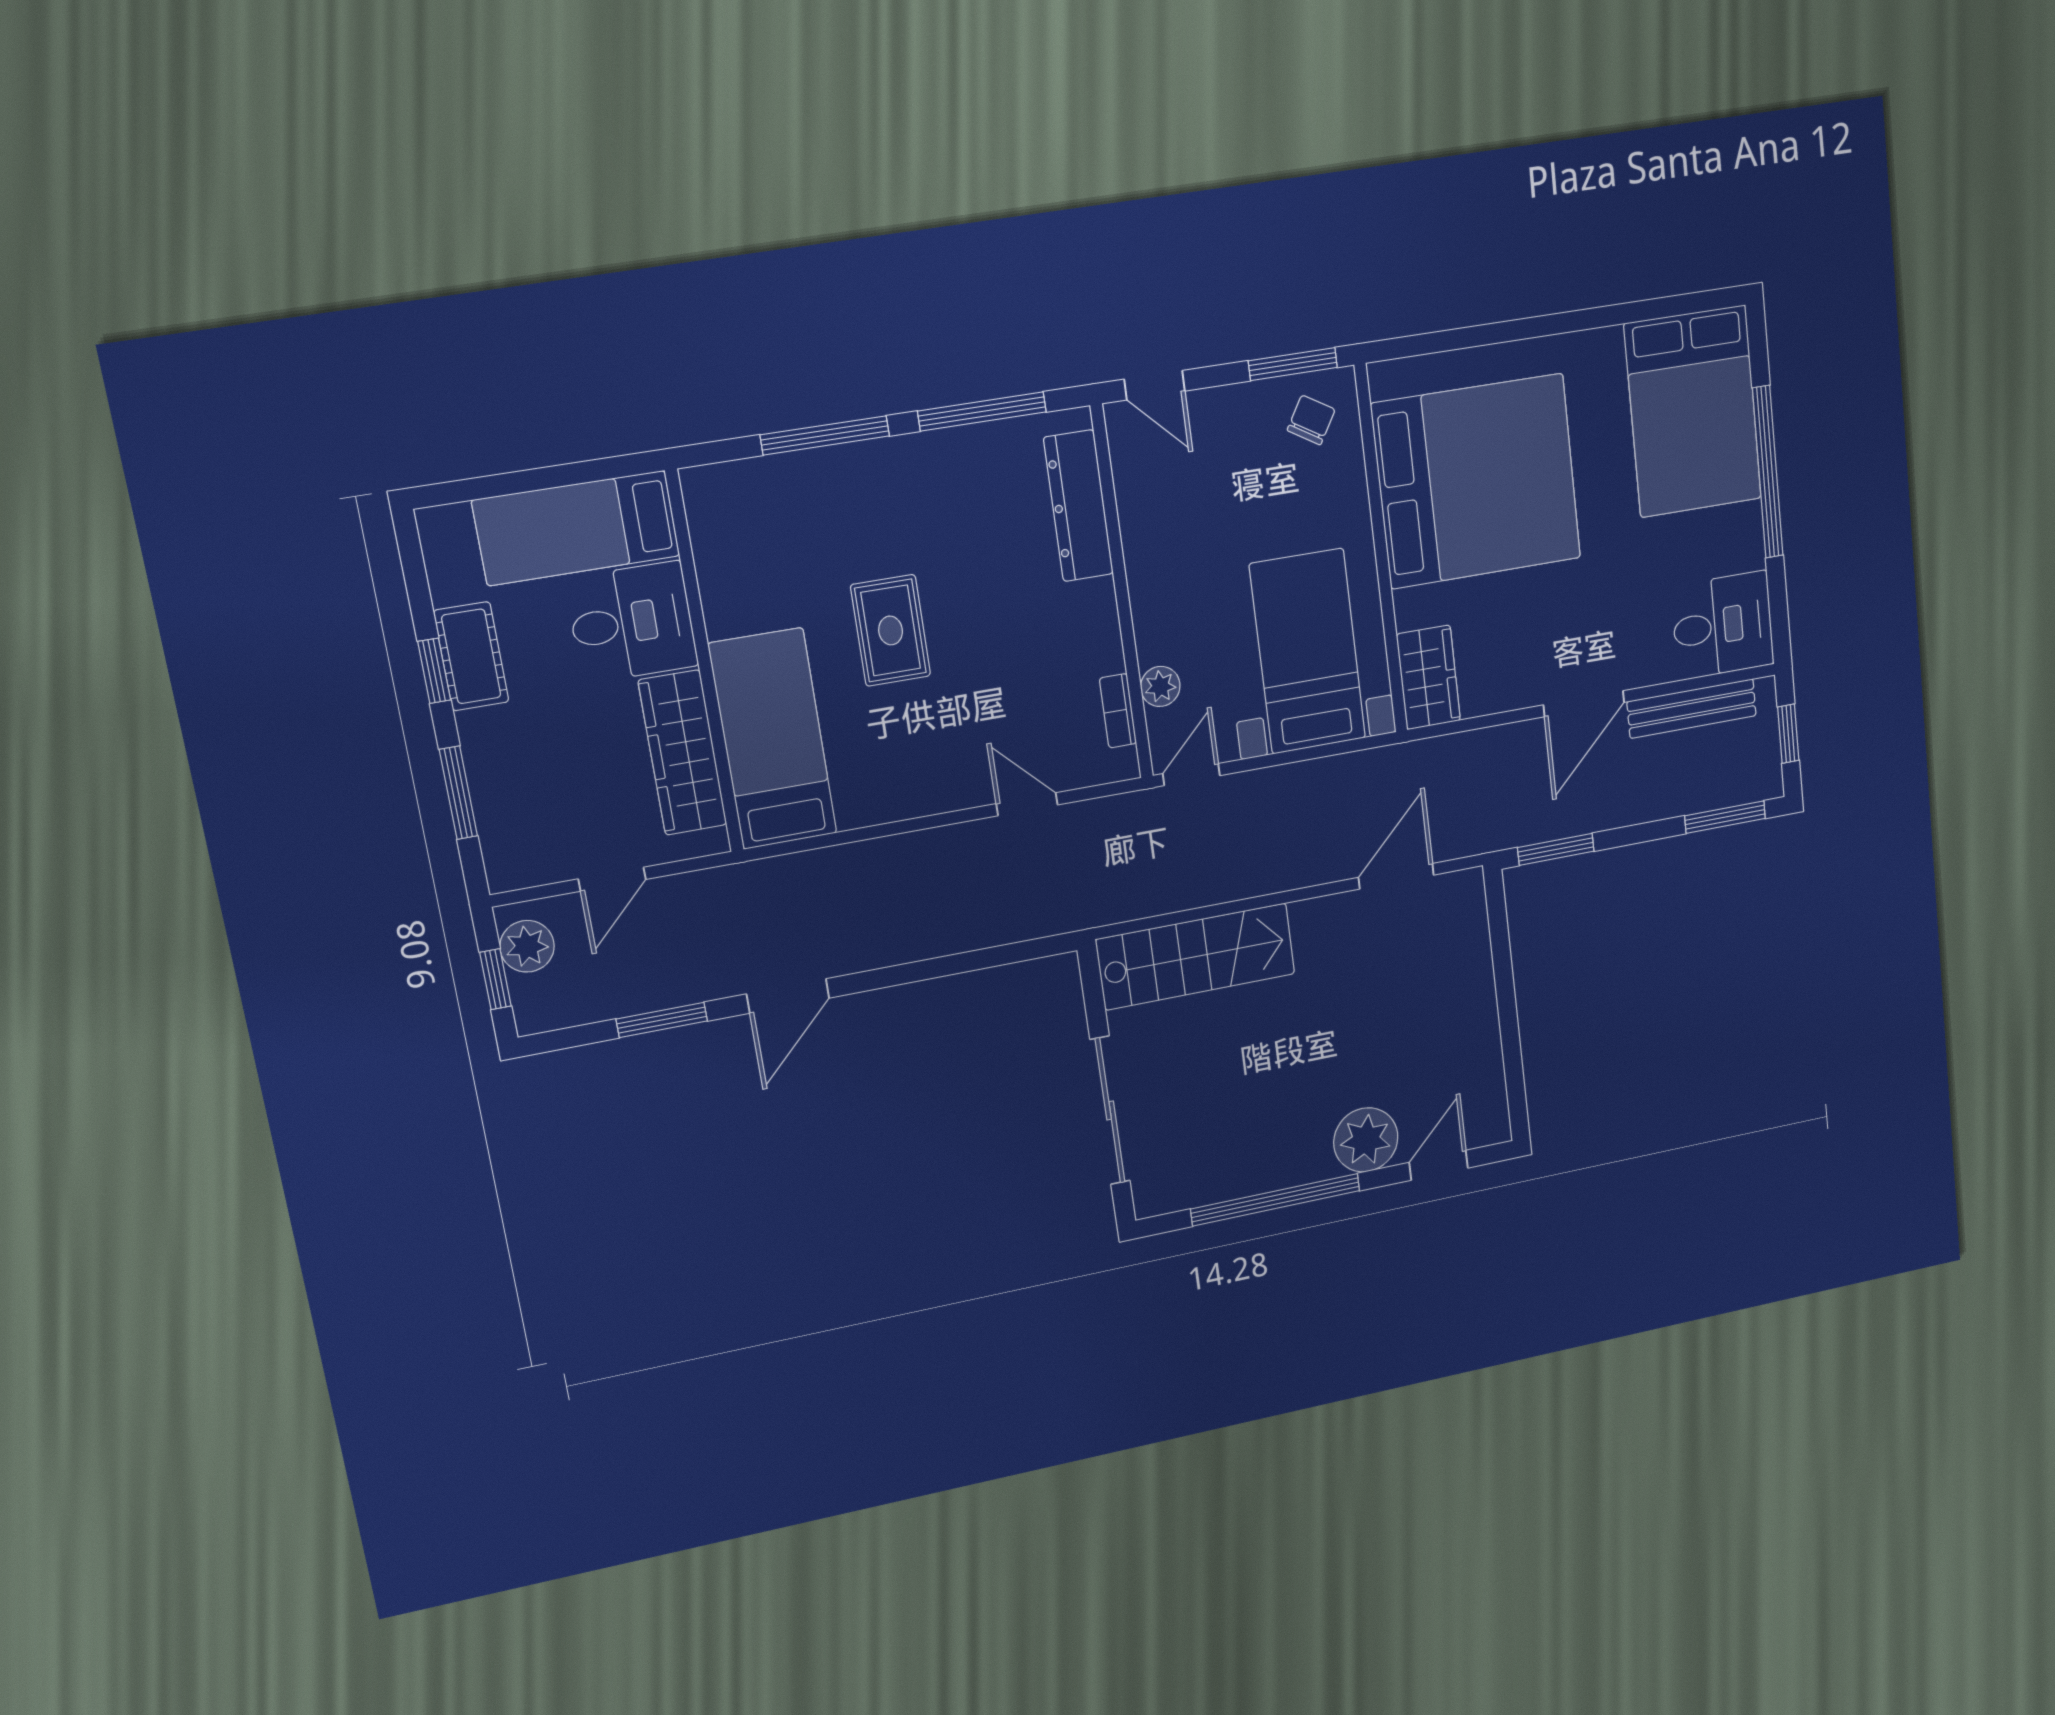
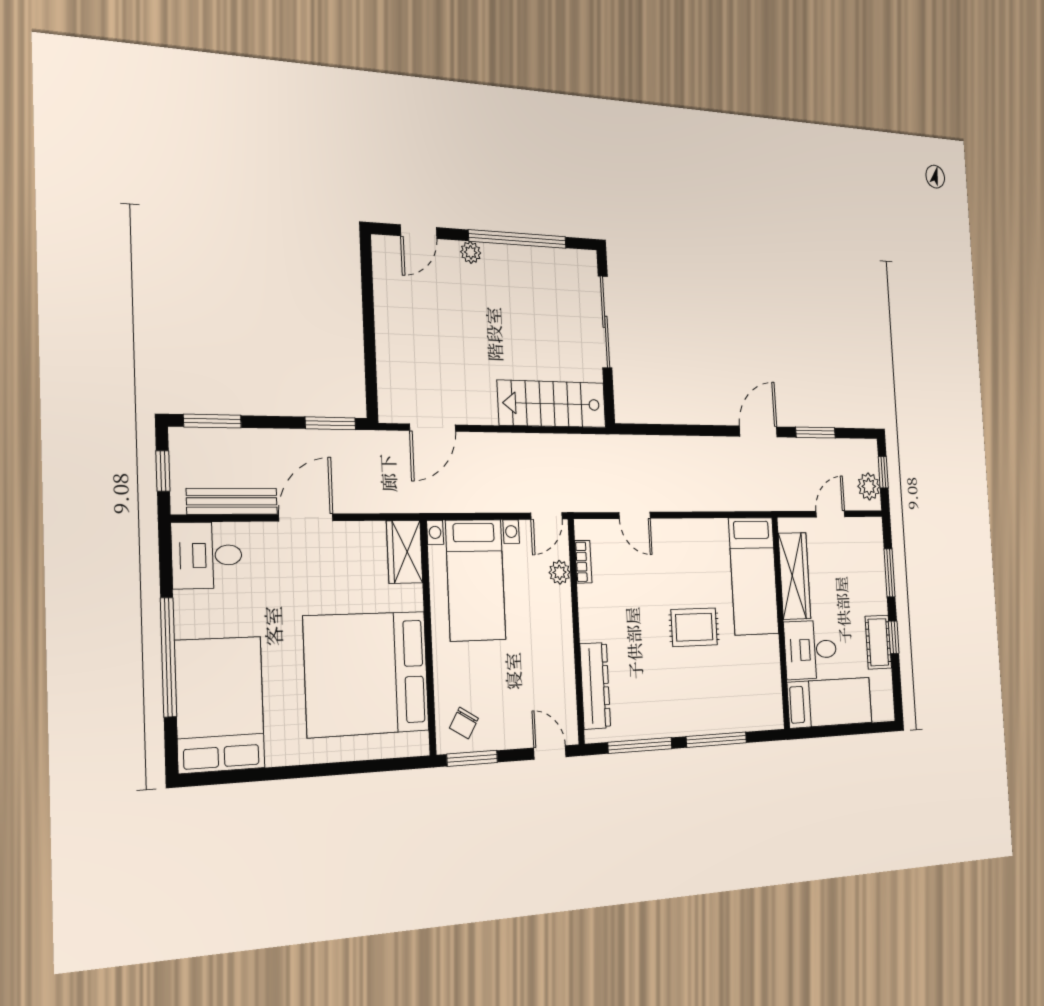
rug: (891, 630) -> (694, 627), turned 90
plant: (1366, 1140) -> (471, 252), width x0.53, depth x0.53

